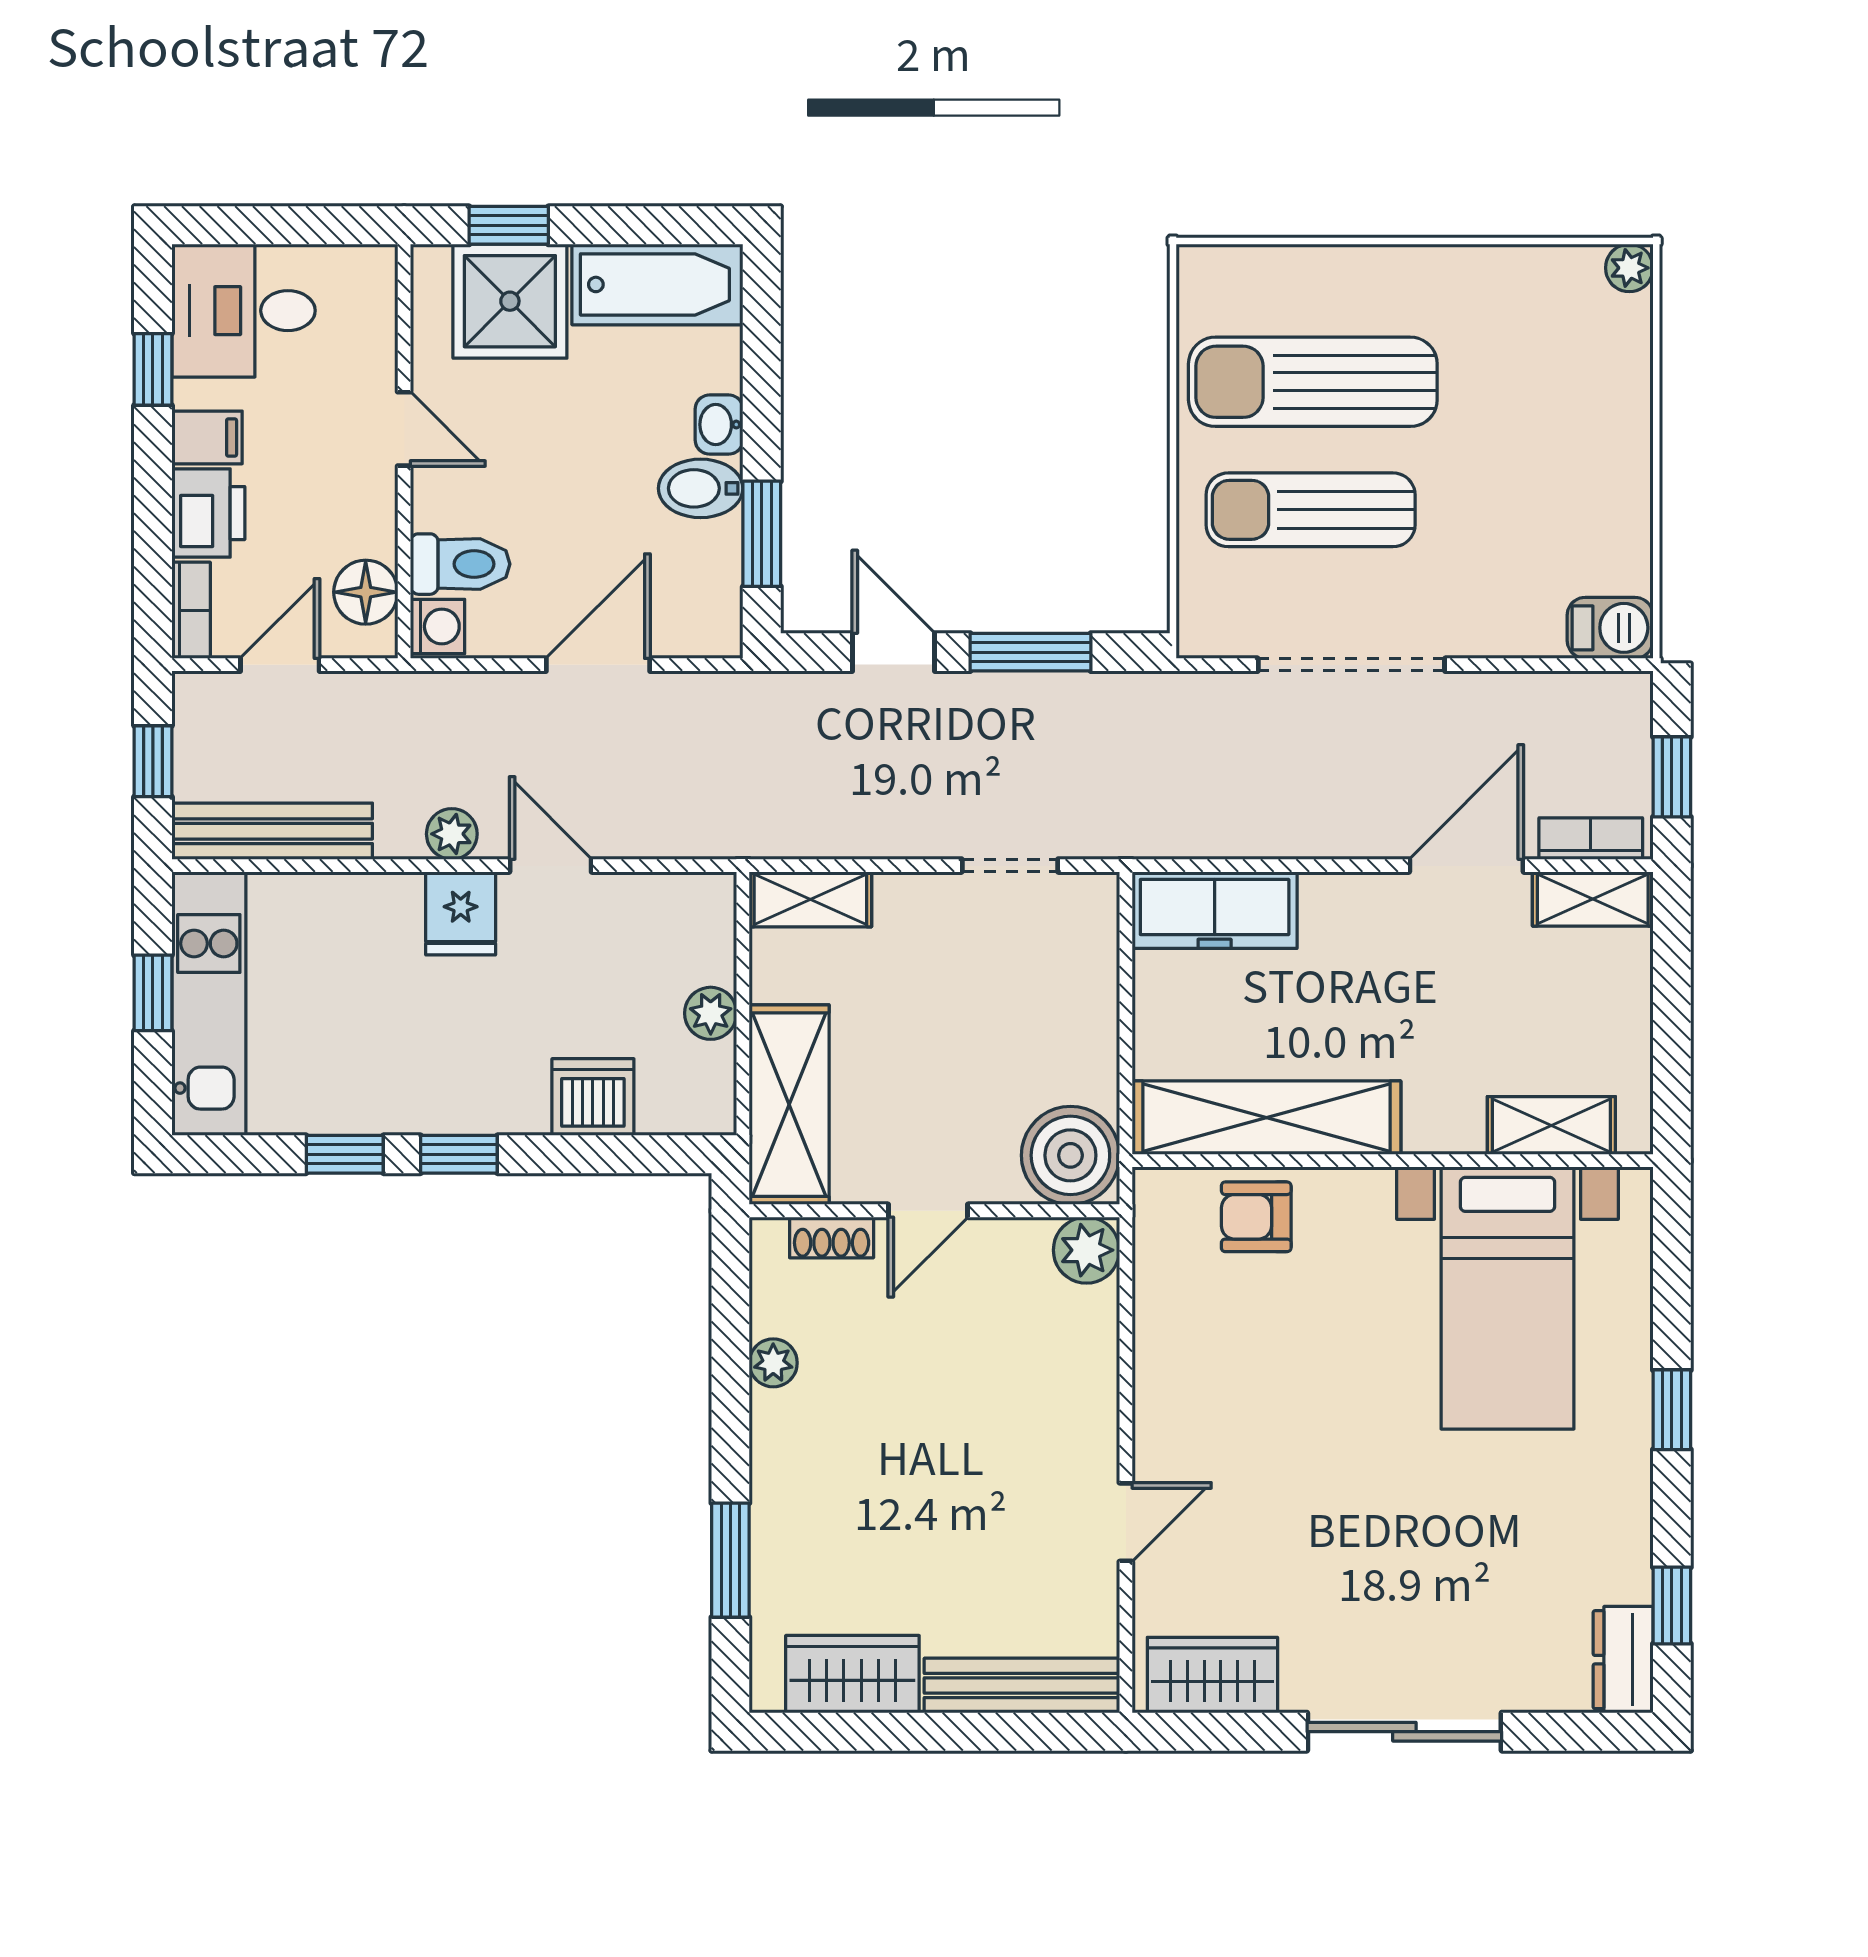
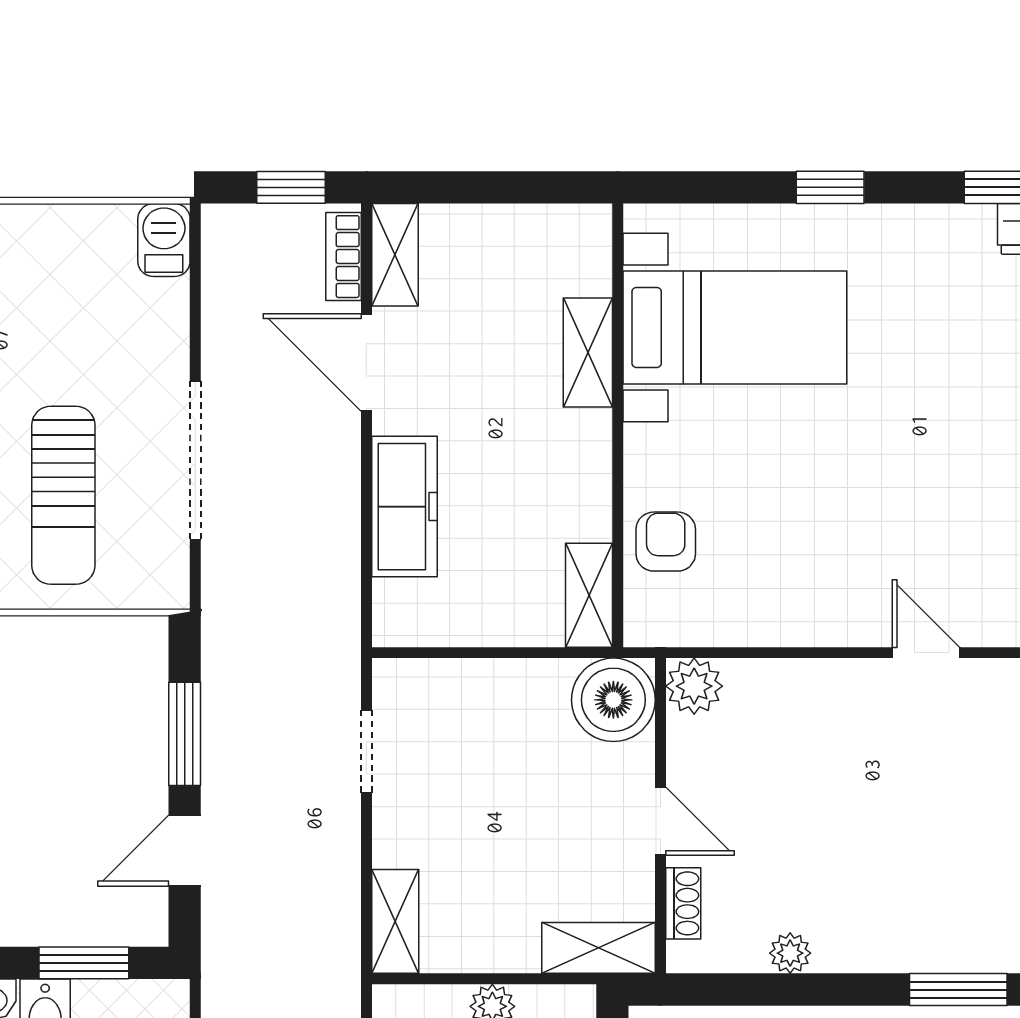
freezer: (1215, 910) -> (404, 507), moved
shelving: (789, 1105) -> (599, 948), width x0.67, depth x0.75
shelving: (1266, 1118) -> (589, 595), width x0.45, depth x0.75
shelving: (1551, 1125) -> (588, 352), moved
armchair: (1256, 1217) -> (666, 542), turned 180

